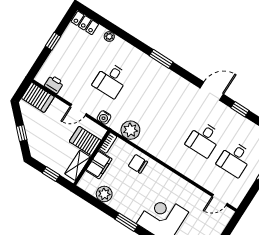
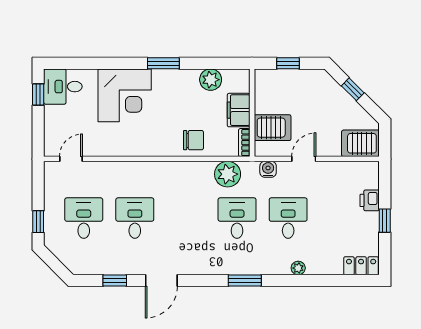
plant: (109, 36) -> (298, 268), moved
printer: (54, 84) -> (370, 200), moved, turned 90
desk: (142, 100) -> (237, 218), added
shelving: (78, 165) -> (263, 93), removed

